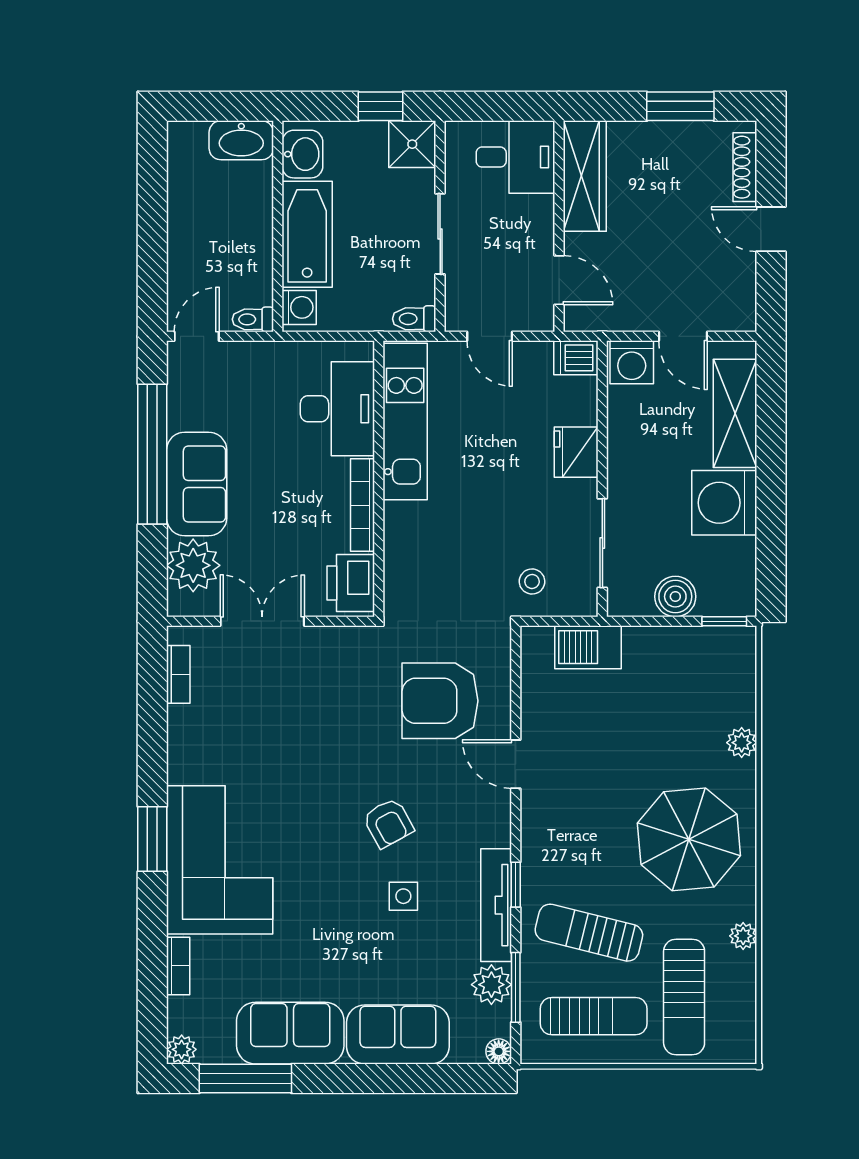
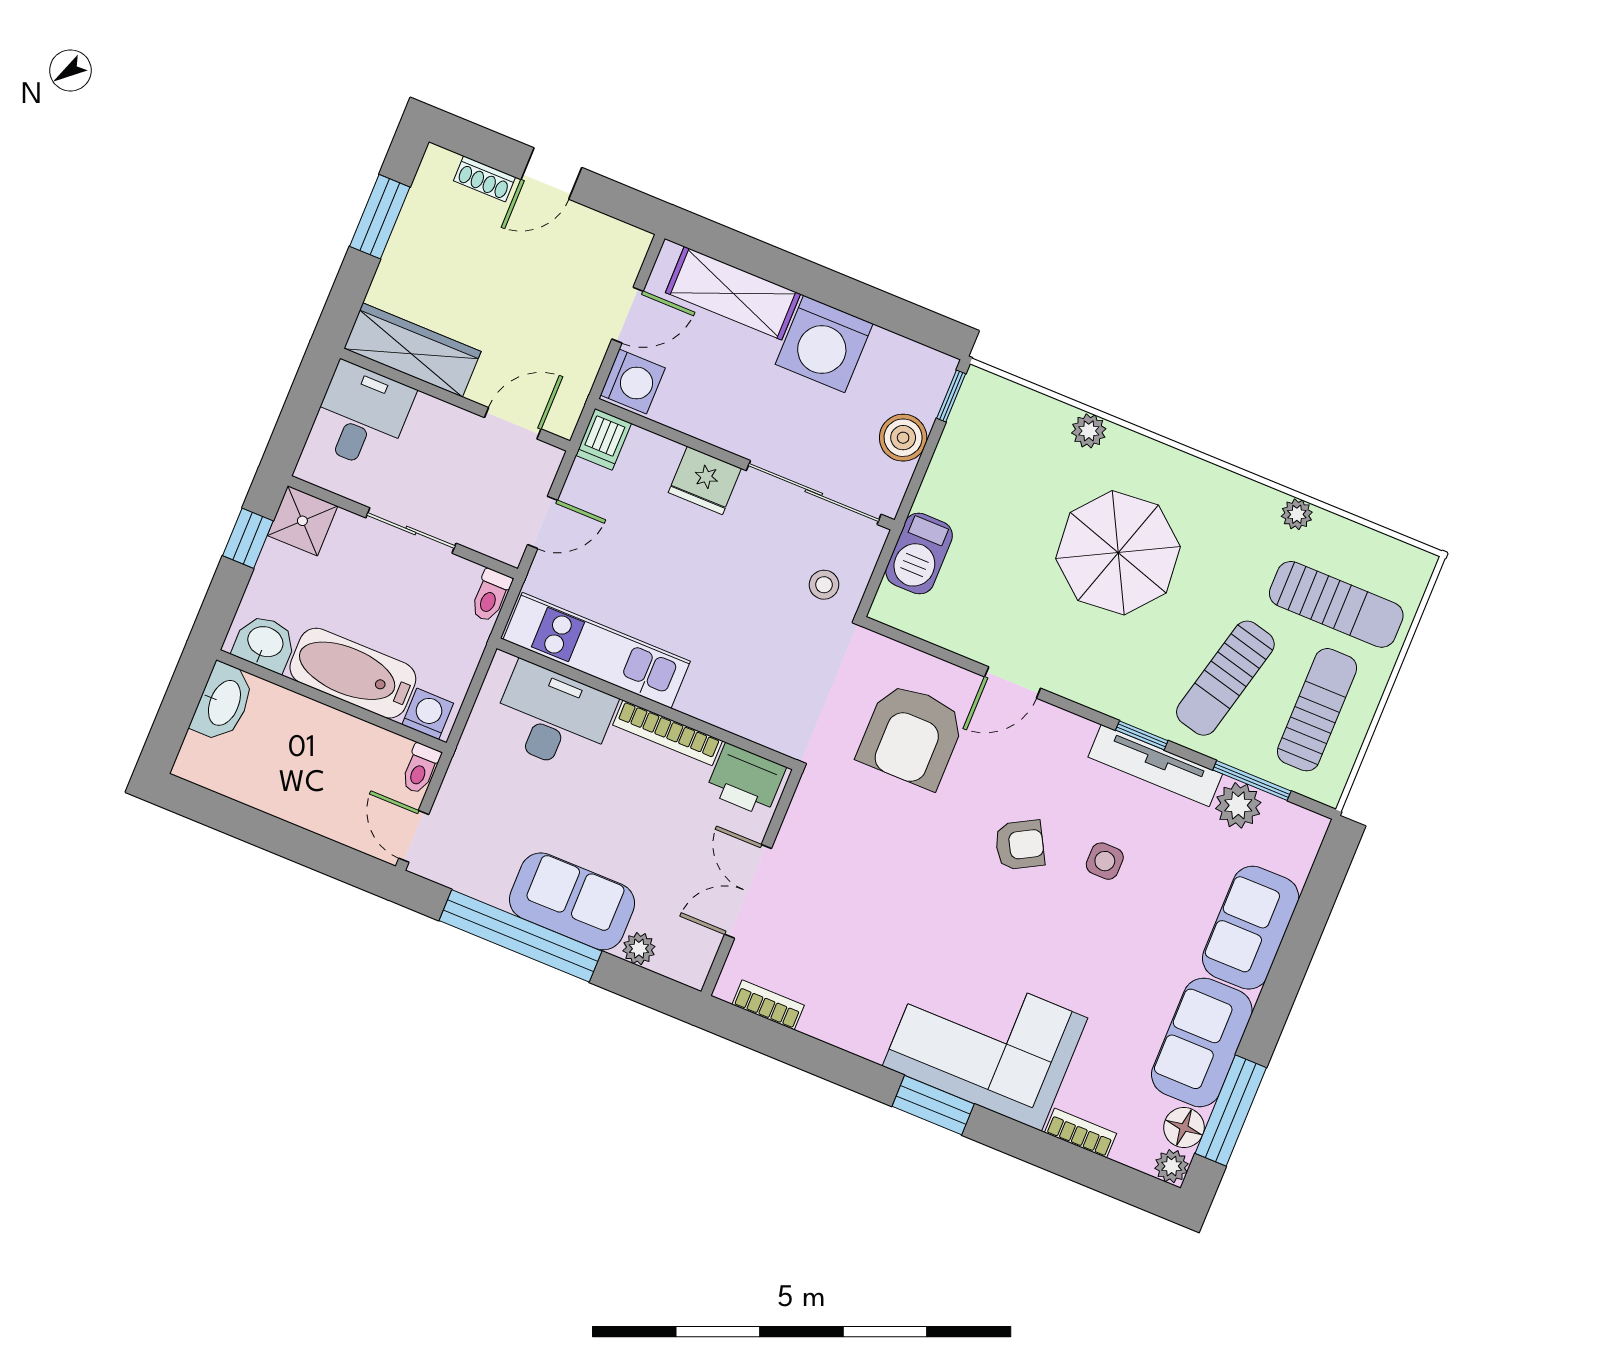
shoe rack: (745, 167) -> (485, 179), width x0.70
sliding door: (602, 543) -> (814, 492), width x1.37
plant: (193, 565) -> (639, 949), width x0.53, depth x0.53
parasol: (689, 839) -> (1118, 553), moved
floor lamp: (499, 1051) -> (1184, 1128), moved, width x1.37, depth x1.37

